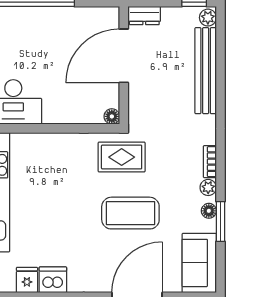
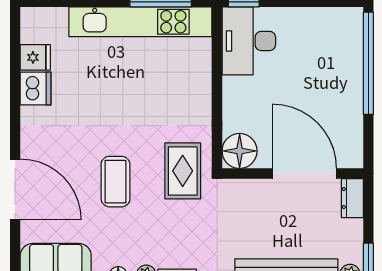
floor lamp: (112, 116) -> (240, 151), width x1.89, depth x1.89
coffee table: (130, 213) -> (115, 182), width x0.73, depth x0.76

